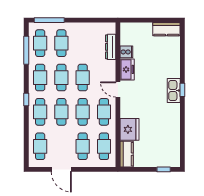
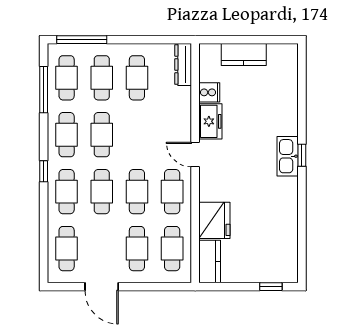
kitchen counter: (166, 29) -> (244, 55), moved
dresser: (111, 47) -> (183, 64), moved
cafe table: (83, 78) -> (137, 78), moved

